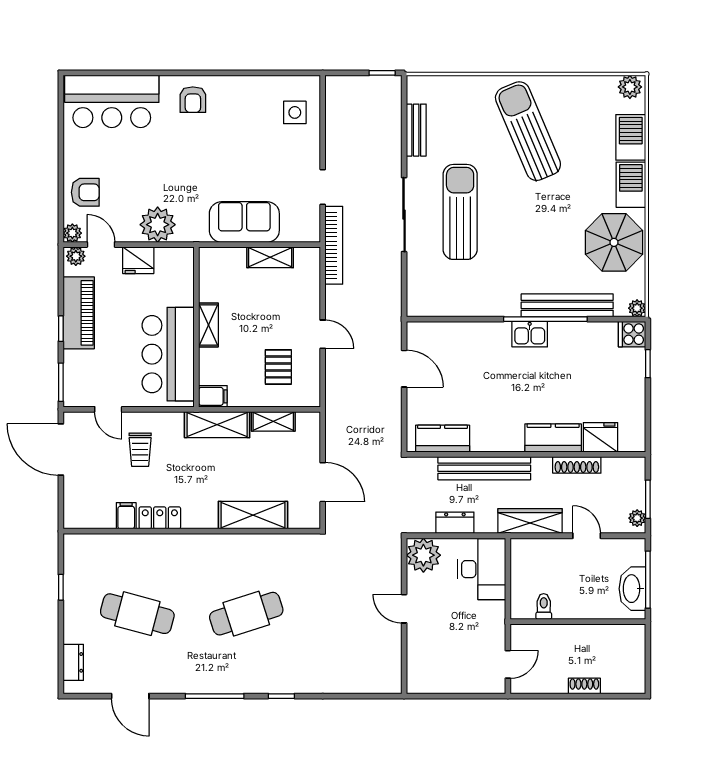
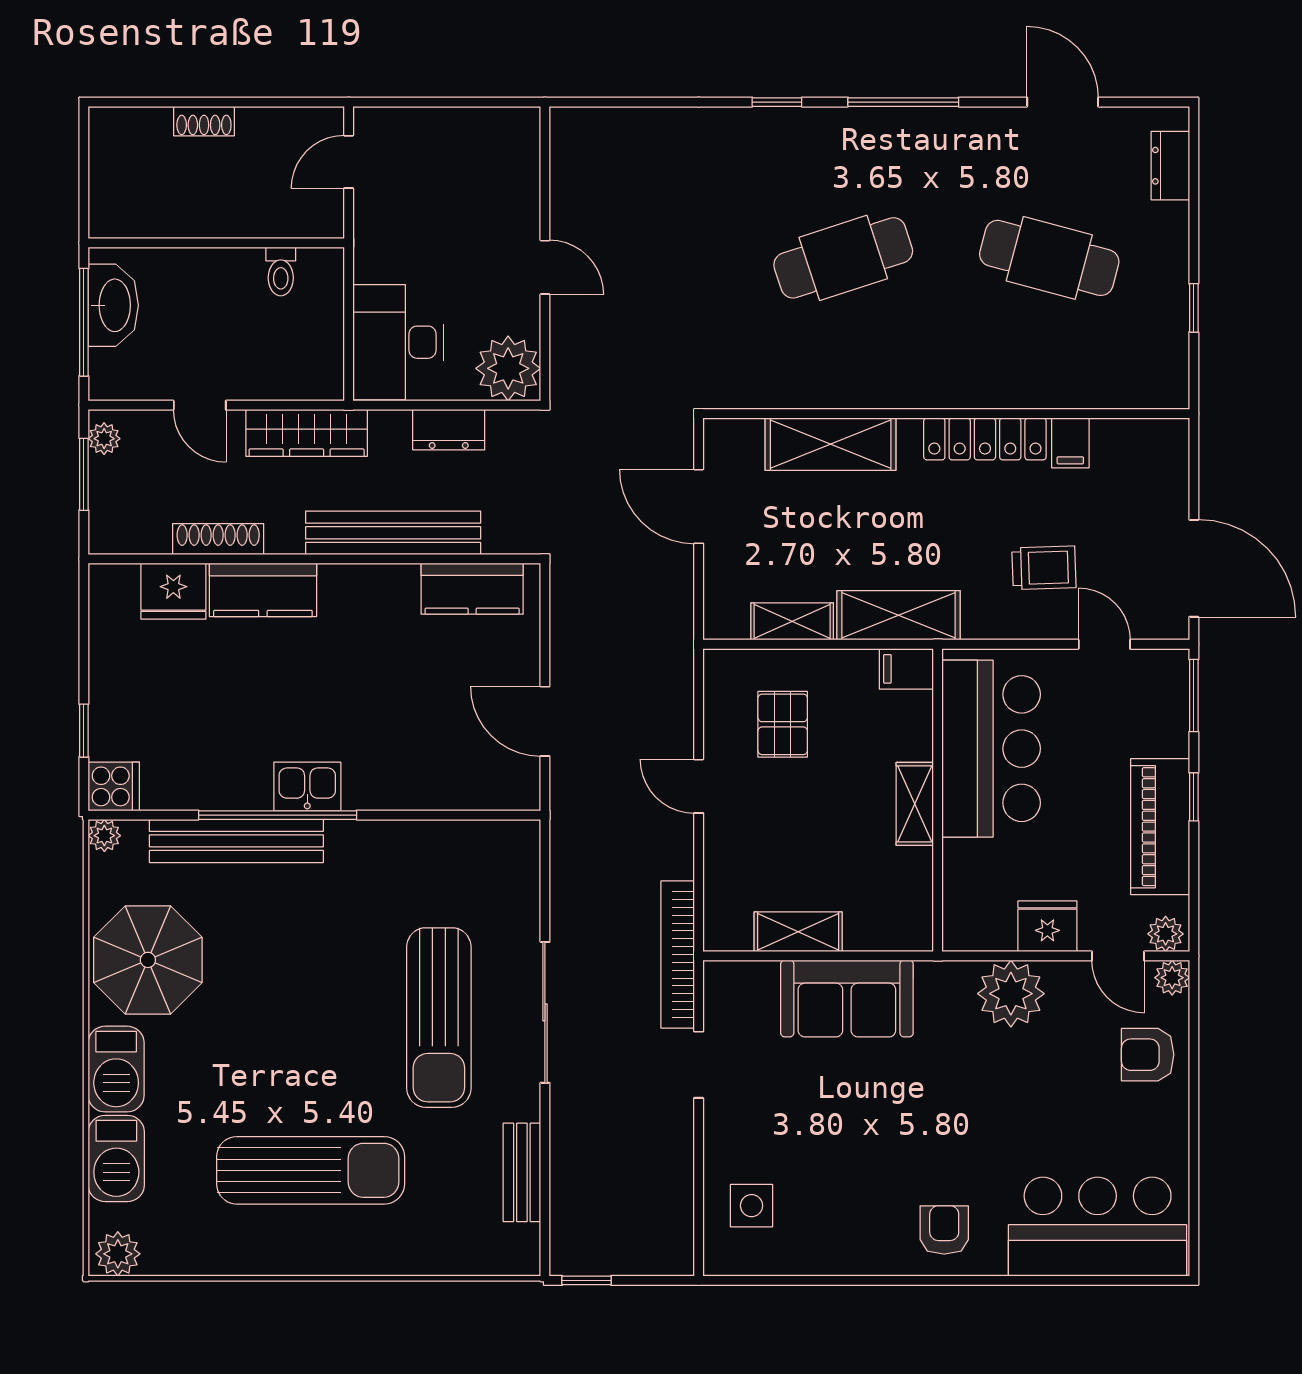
sun lounger: (528, 131) -> (311, 1170), turned -67
trolley: (140, 450) -> (1044, 568), turned 88
locker: (160, 518) -> (985, 439), width x1.53

